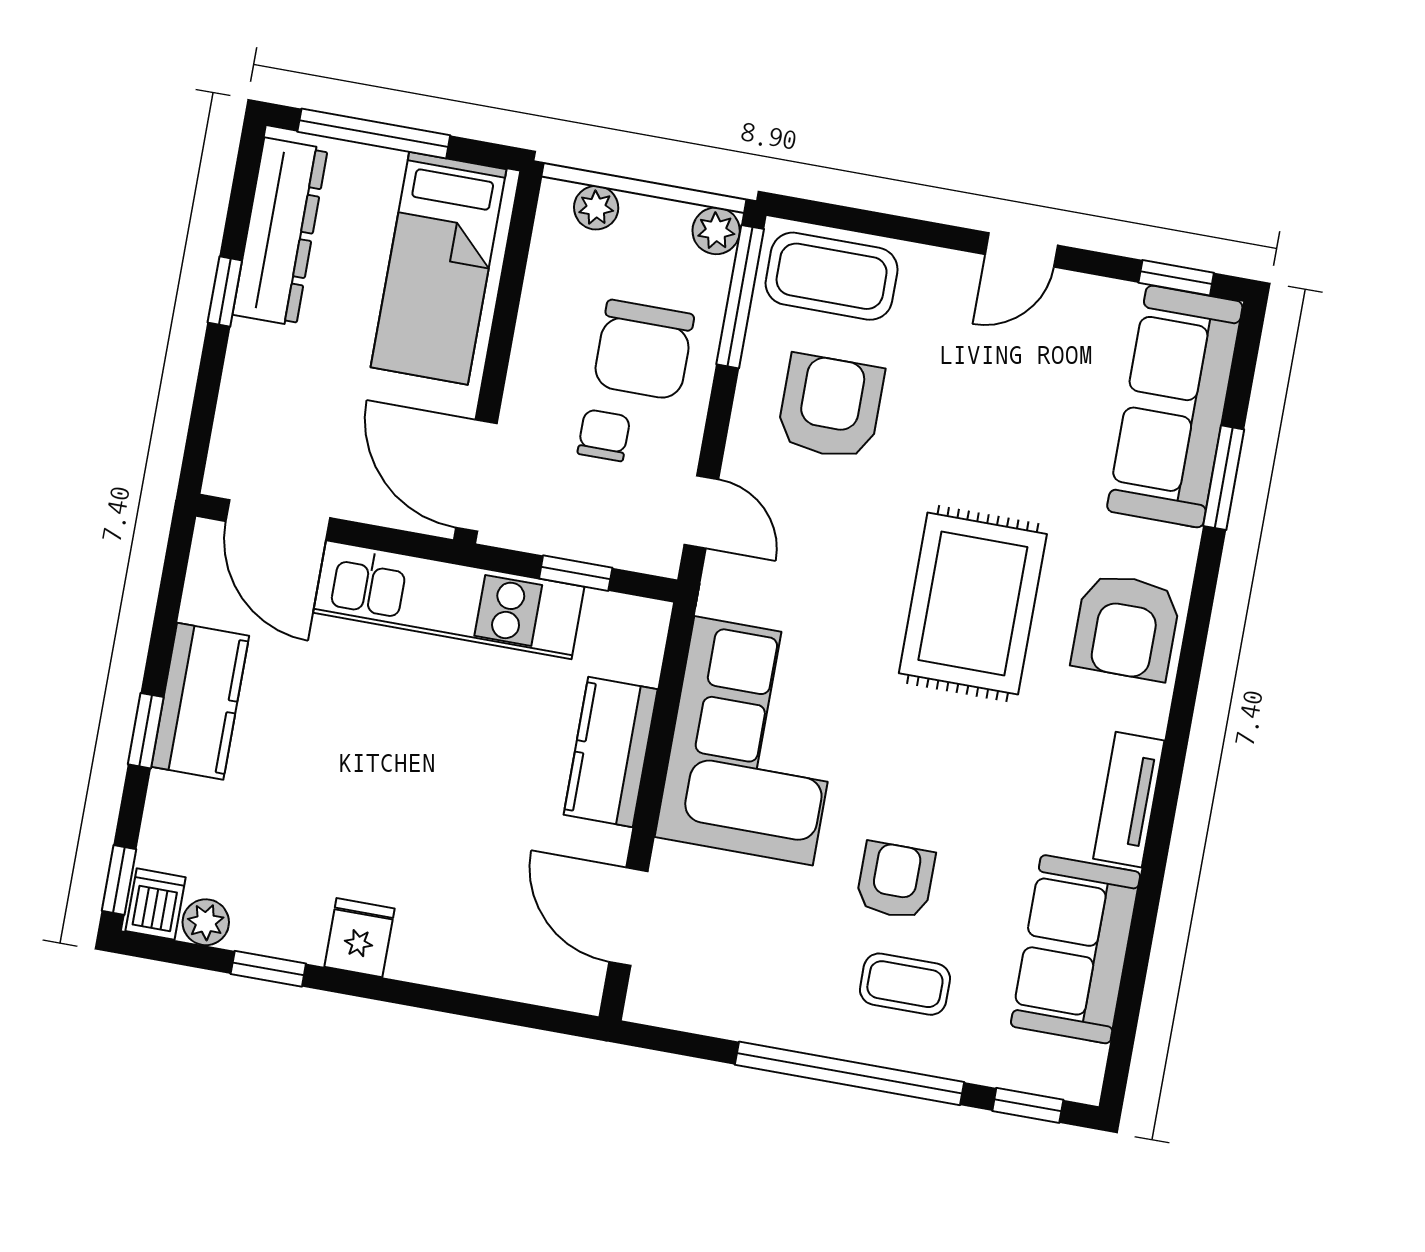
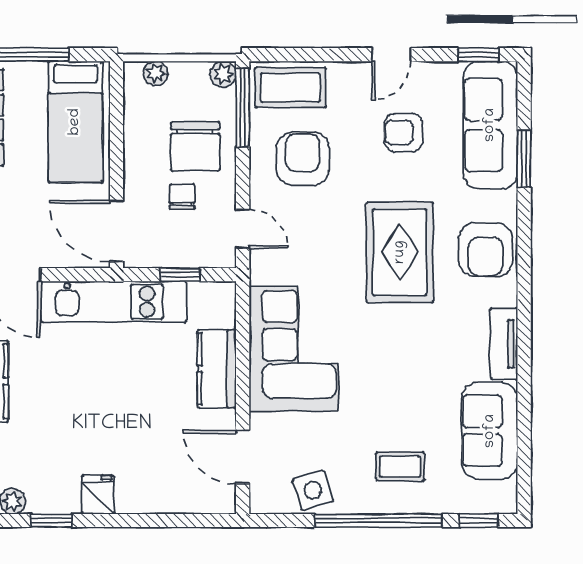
armchair: (895, 881) -> (404, 132), moved, turned -90
side table: (742, 998) -> (313, 490), added

